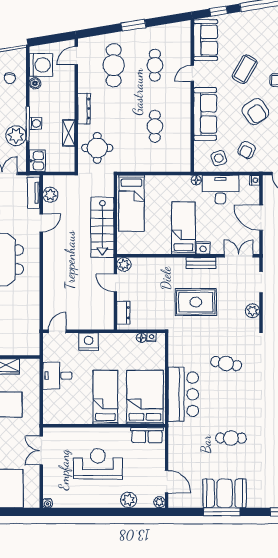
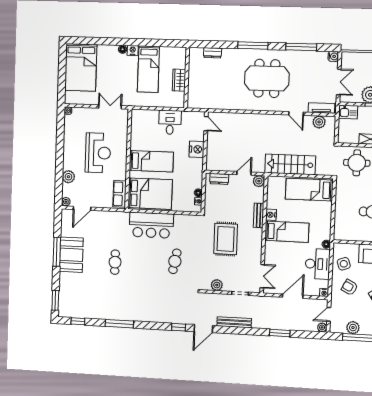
nightstand: (203, 248) -> (271, 215), moved
bench: (201, 263) -> (259, 215), moved

